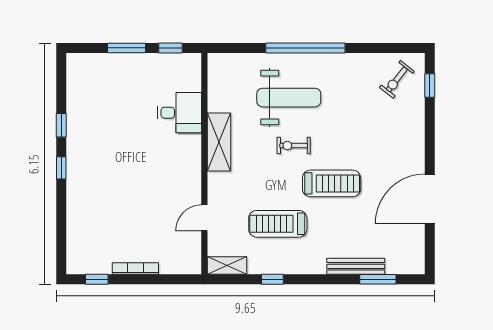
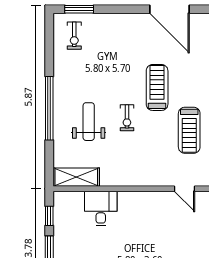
exercise bike: (397, 79) -> (74, 36), turned 52
window: (430, 85) -> (79, 9), width x1.50
weight bench: (289, 98) -> (89, 122), width x0.73, depth x0.75
shelving: (219, 142) -> (76, 177), moved

